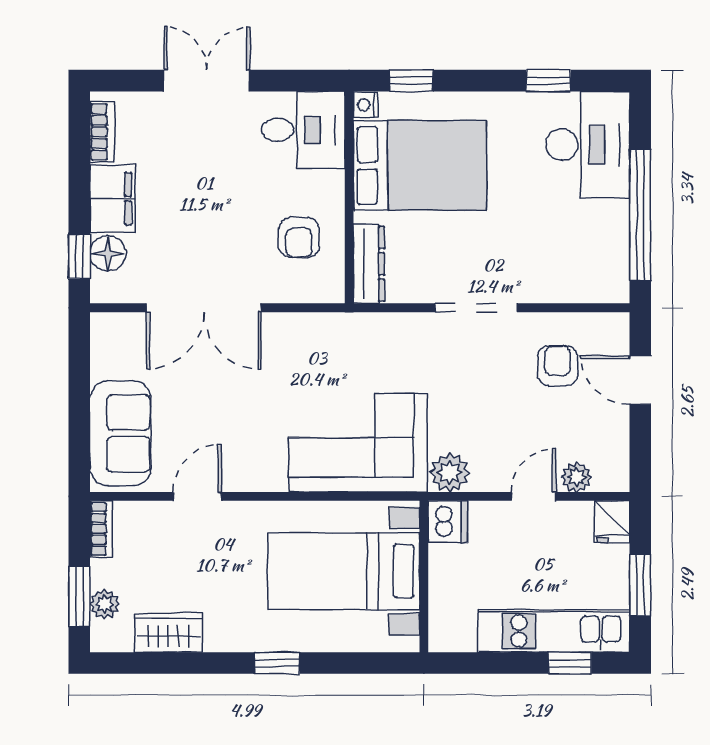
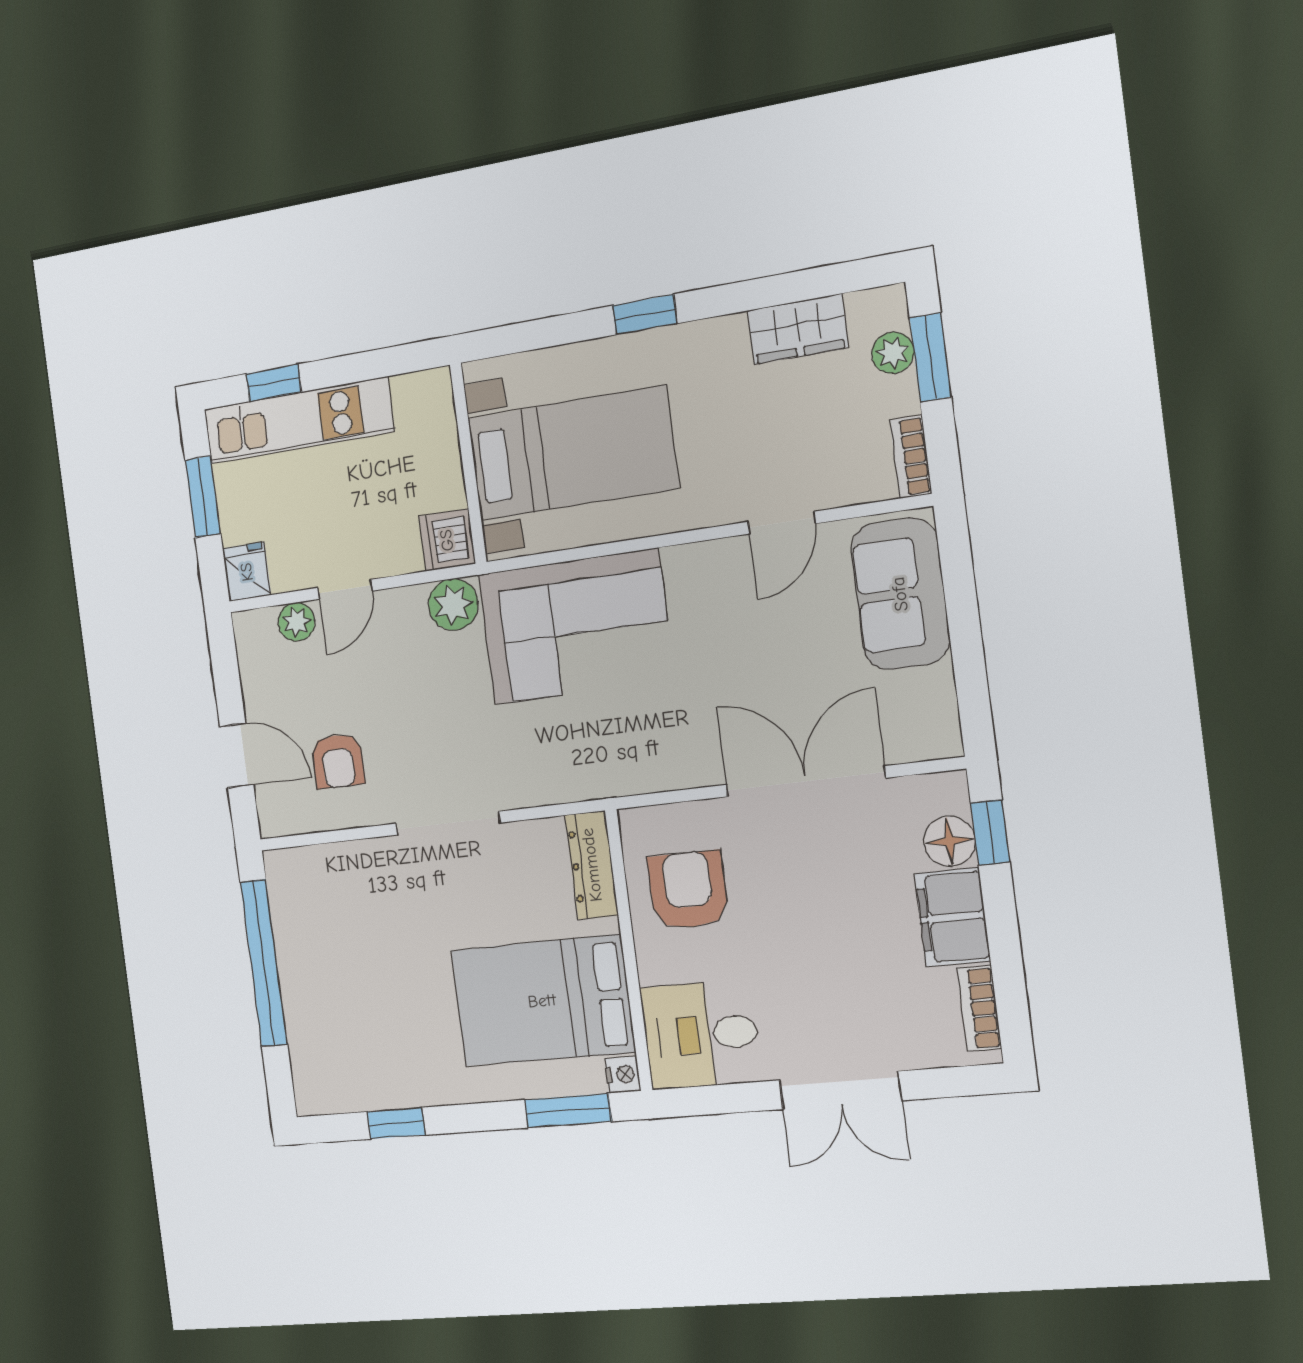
window: (411, 81) -> (568, 1111), width x1.50
desk: (588, 144) -> (338, 1046), removed
armchair: (299, 238) -> (688, 890), width x1.38, depth x1.38

